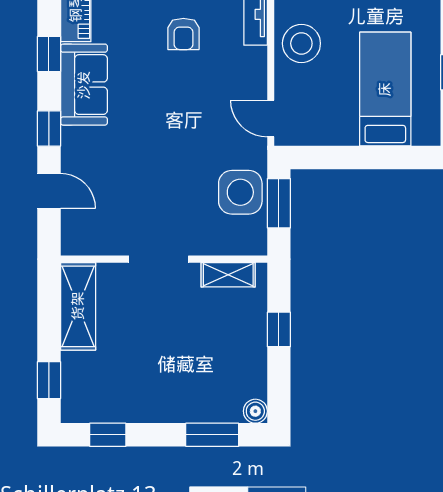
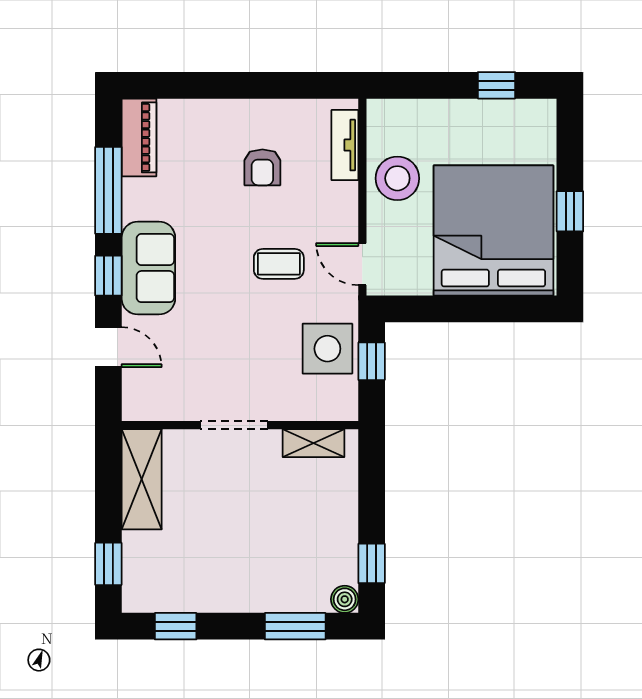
window: (49, 54) -> (108, 190), width x2.17
sofa: (84, 85) -> (148, 268), moved
bed: (385, 89) -> (493, 231), width x2.04
coffee table: (198, 118) -> (279, 264), added
window: (279, 203) -> (372, 361), width x0.67
window: (279, 329) -> (372, 563), moved

